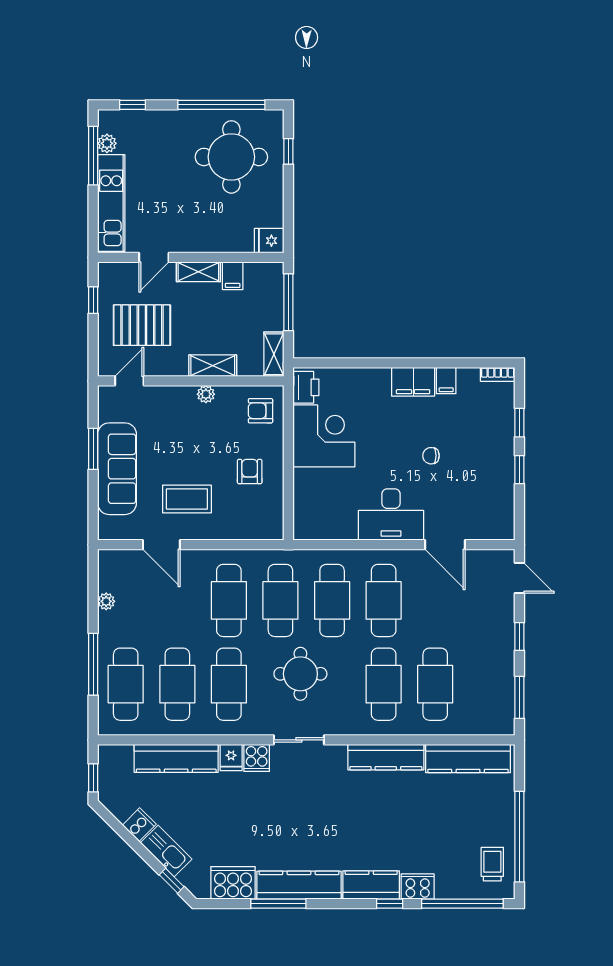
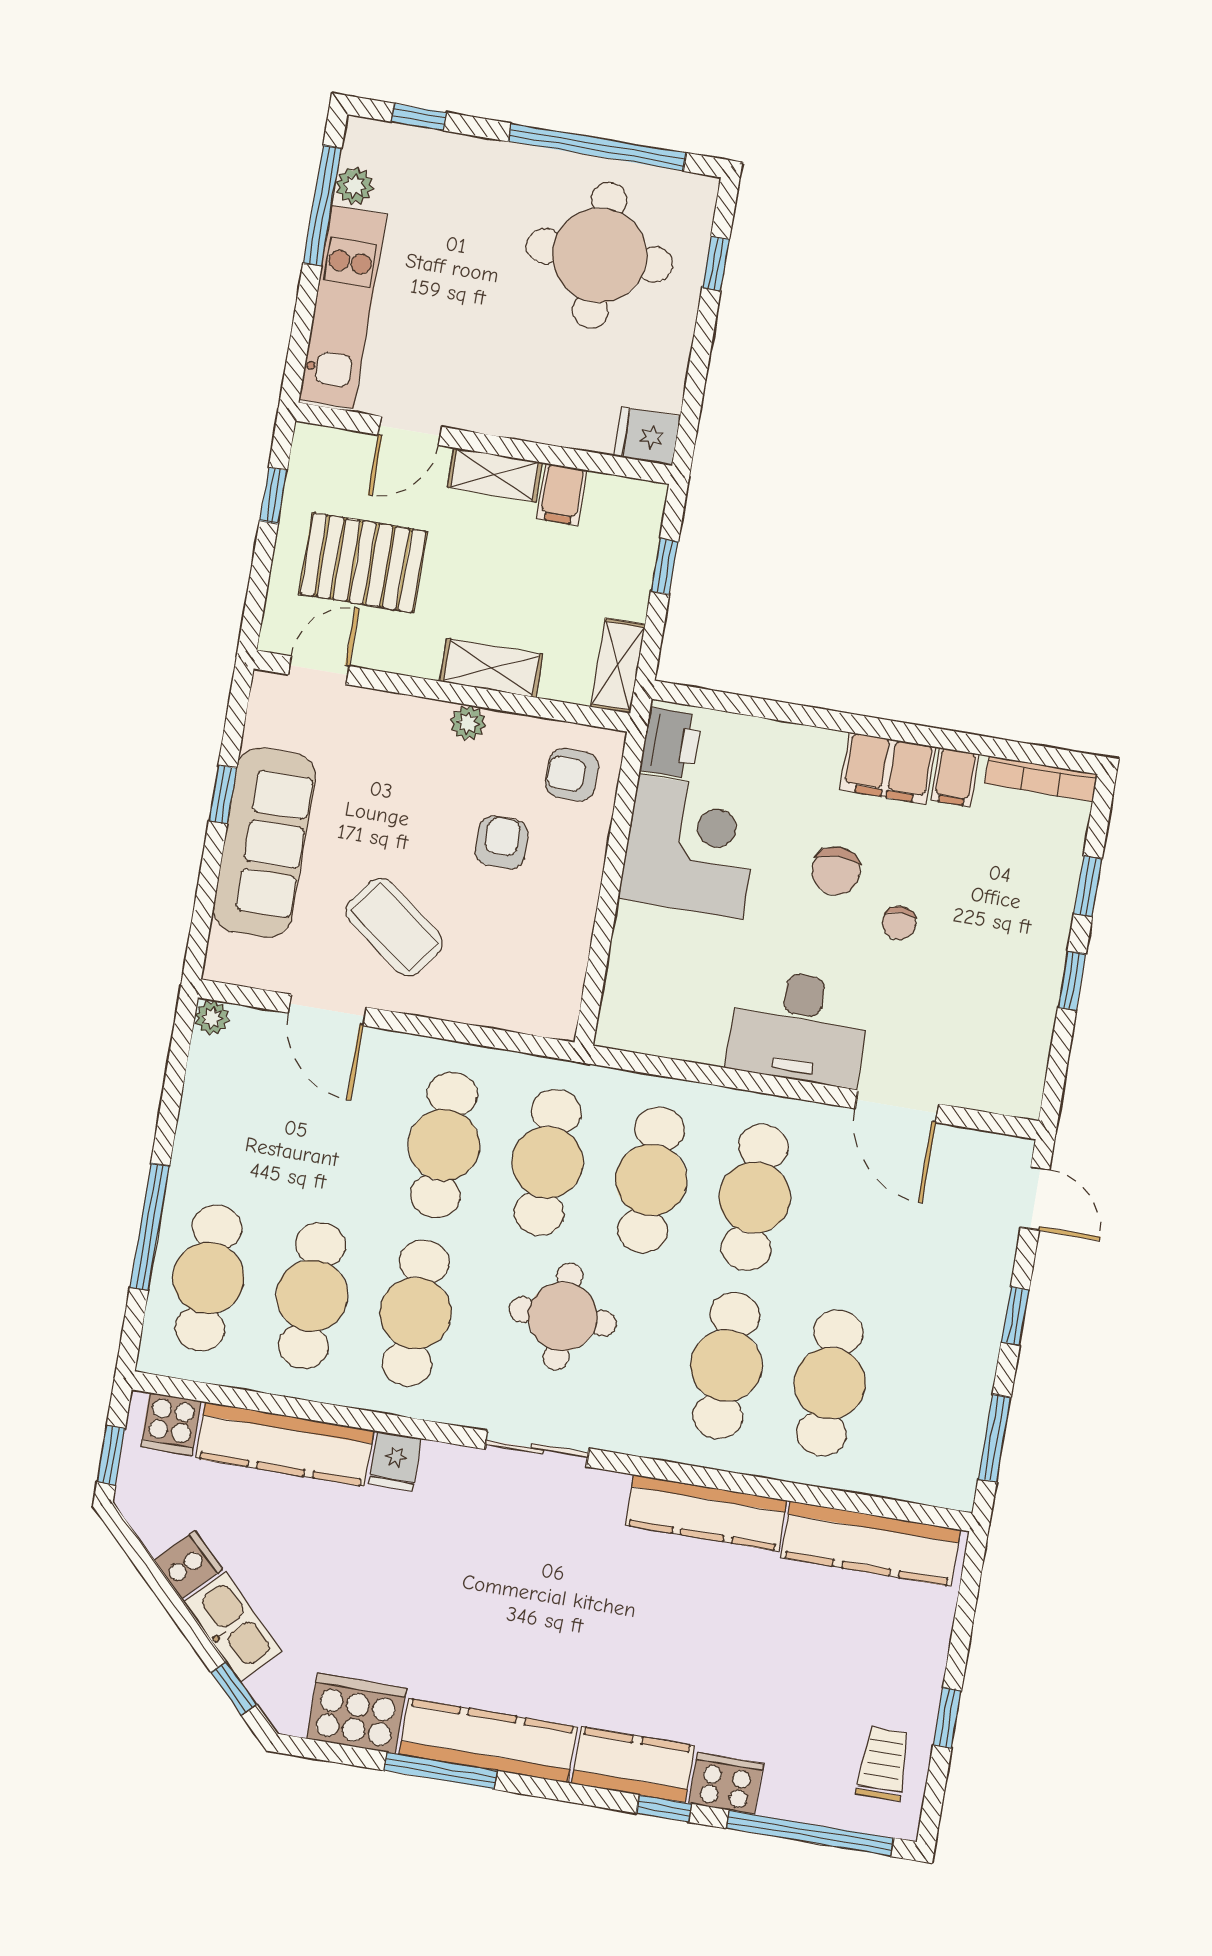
window: (288, 302) -> (665, 566), width x0.46
bookcase: (498, 374) -> (1041, 779), width x1.56
chair: (396, 436) -> (836, 871), added
window: (93, 449) -> (223, 795), width x0.67
chair: (431, 456) -> (899, 923), turned -90
armchair: (250, 471) -> (502, 843), moved
coffee table: (187, 499) -> (394, 927), turned 37
plant: (106, 601) -> (212, 1018), moved
cooker: (257, 758) -> (171, 1424), moved
window: (519, 837) -> (947, 1718), width x0.32

